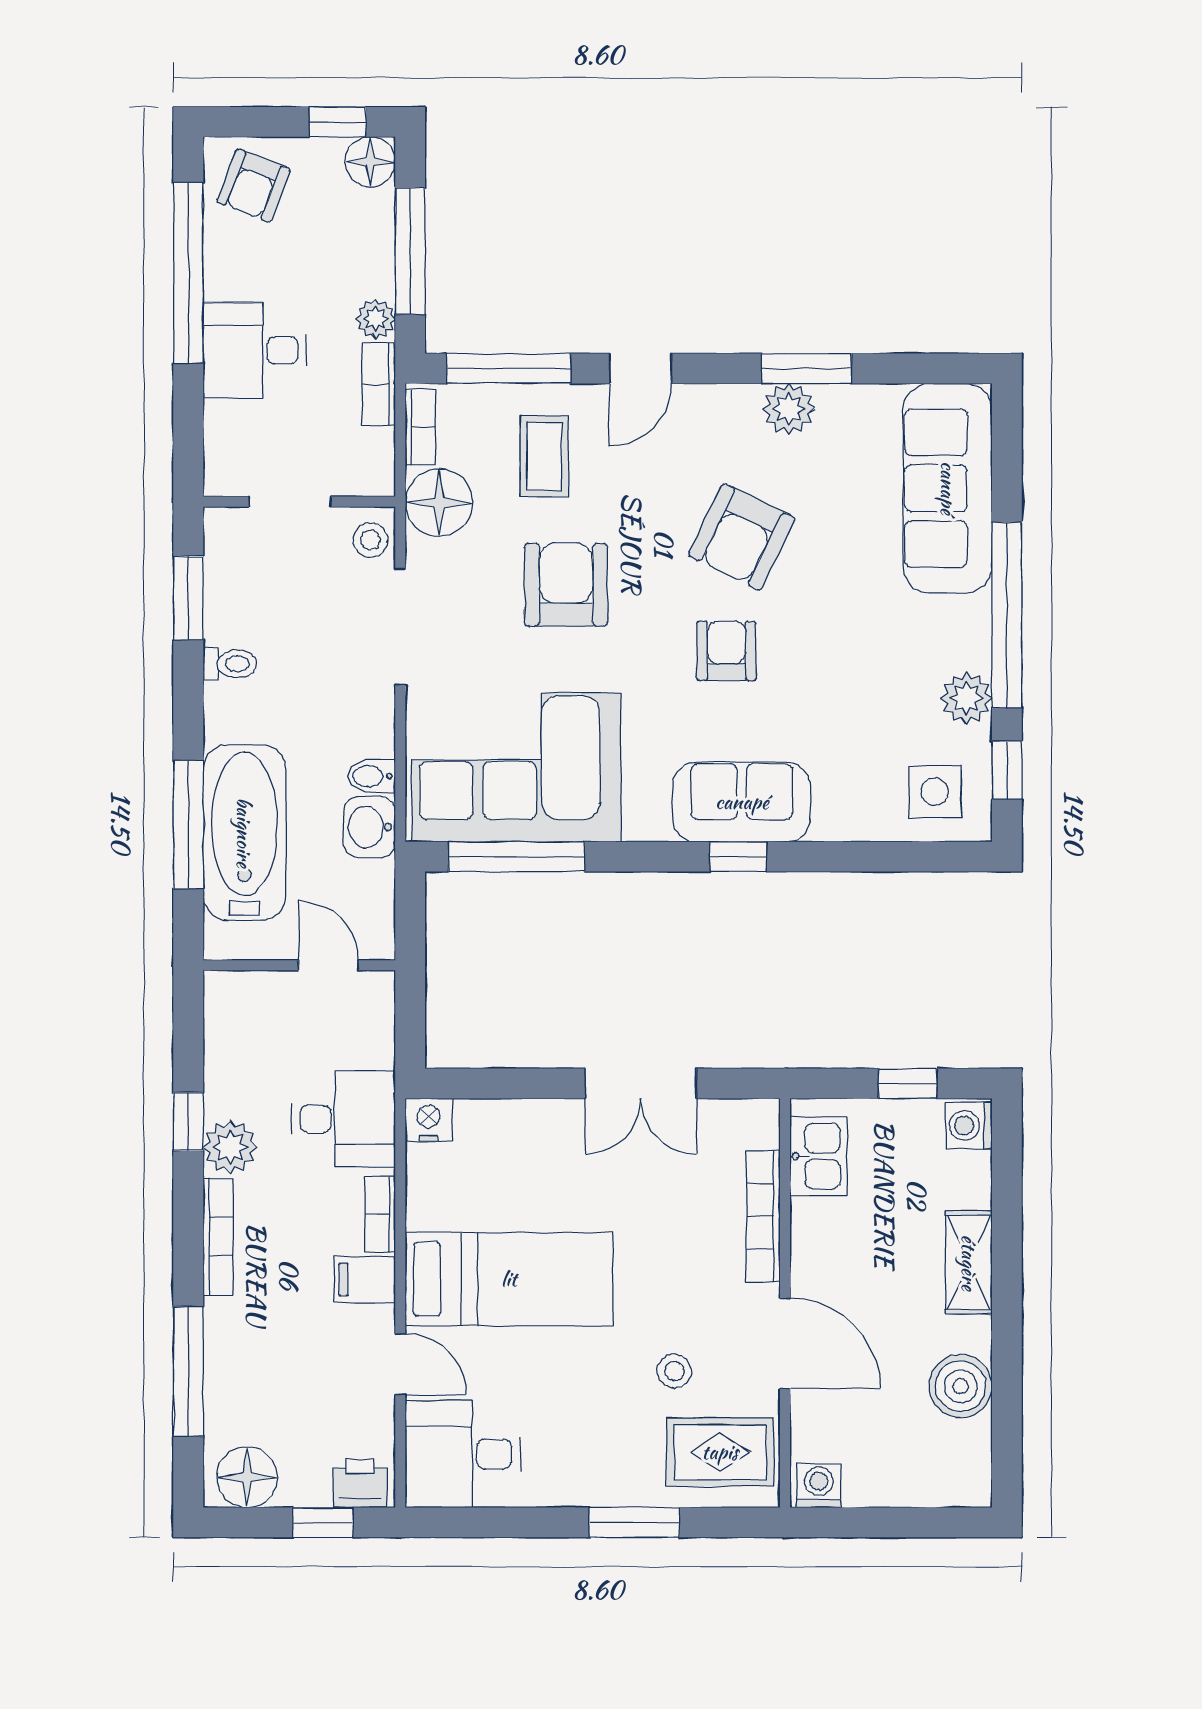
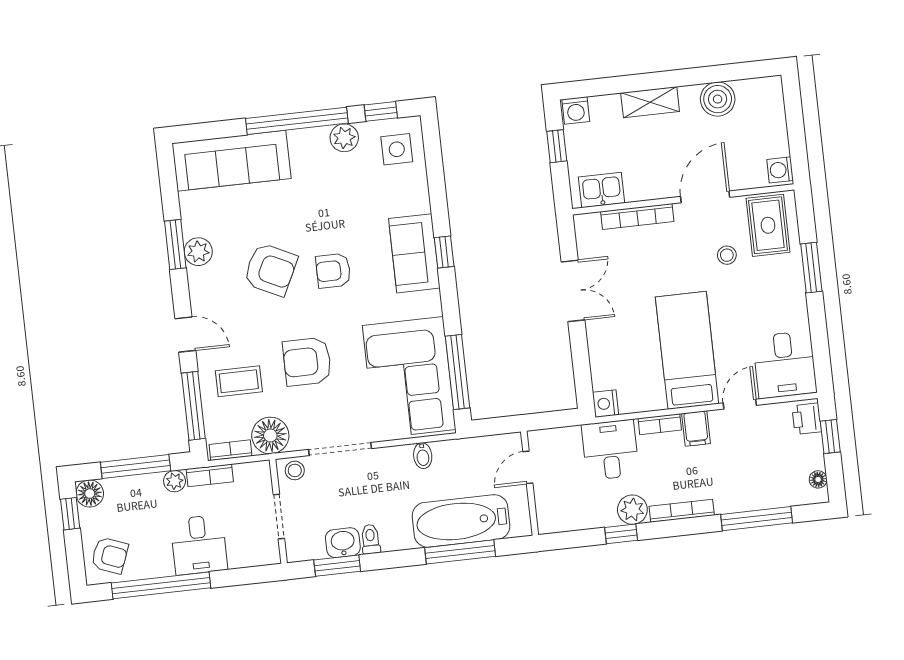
washbasin: (369, 827) -> (343, 543), moved, turned 180
floor lamp: (247, 1477) -> (818, 479), width x0.53, depth x0.53

